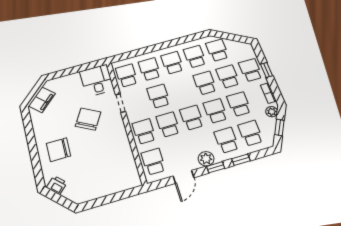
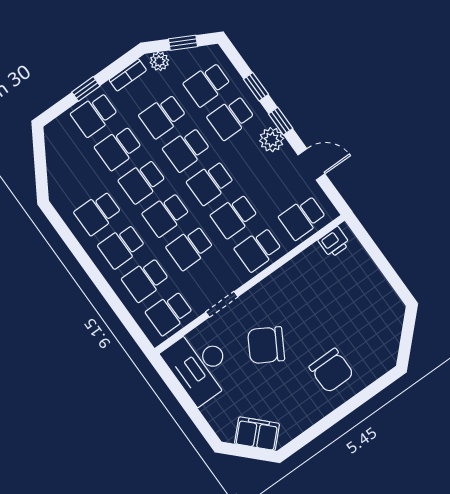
school desk: (217, 50) -> (166, 214), moved
desk: (97, 81) -> (199, 366), width x1.37
printer: (57, 185) -> (334, 242), moved, turned -135

